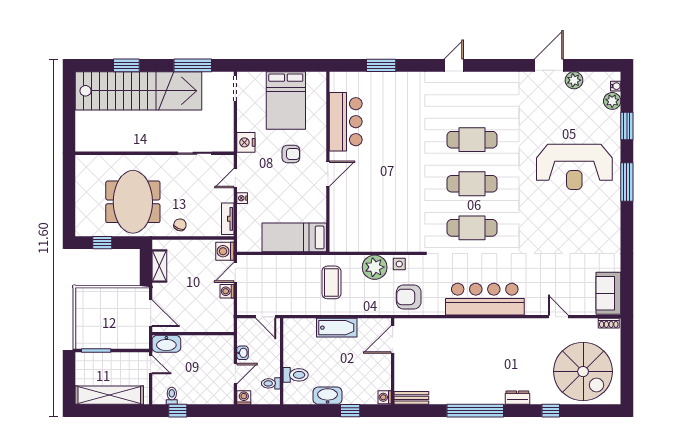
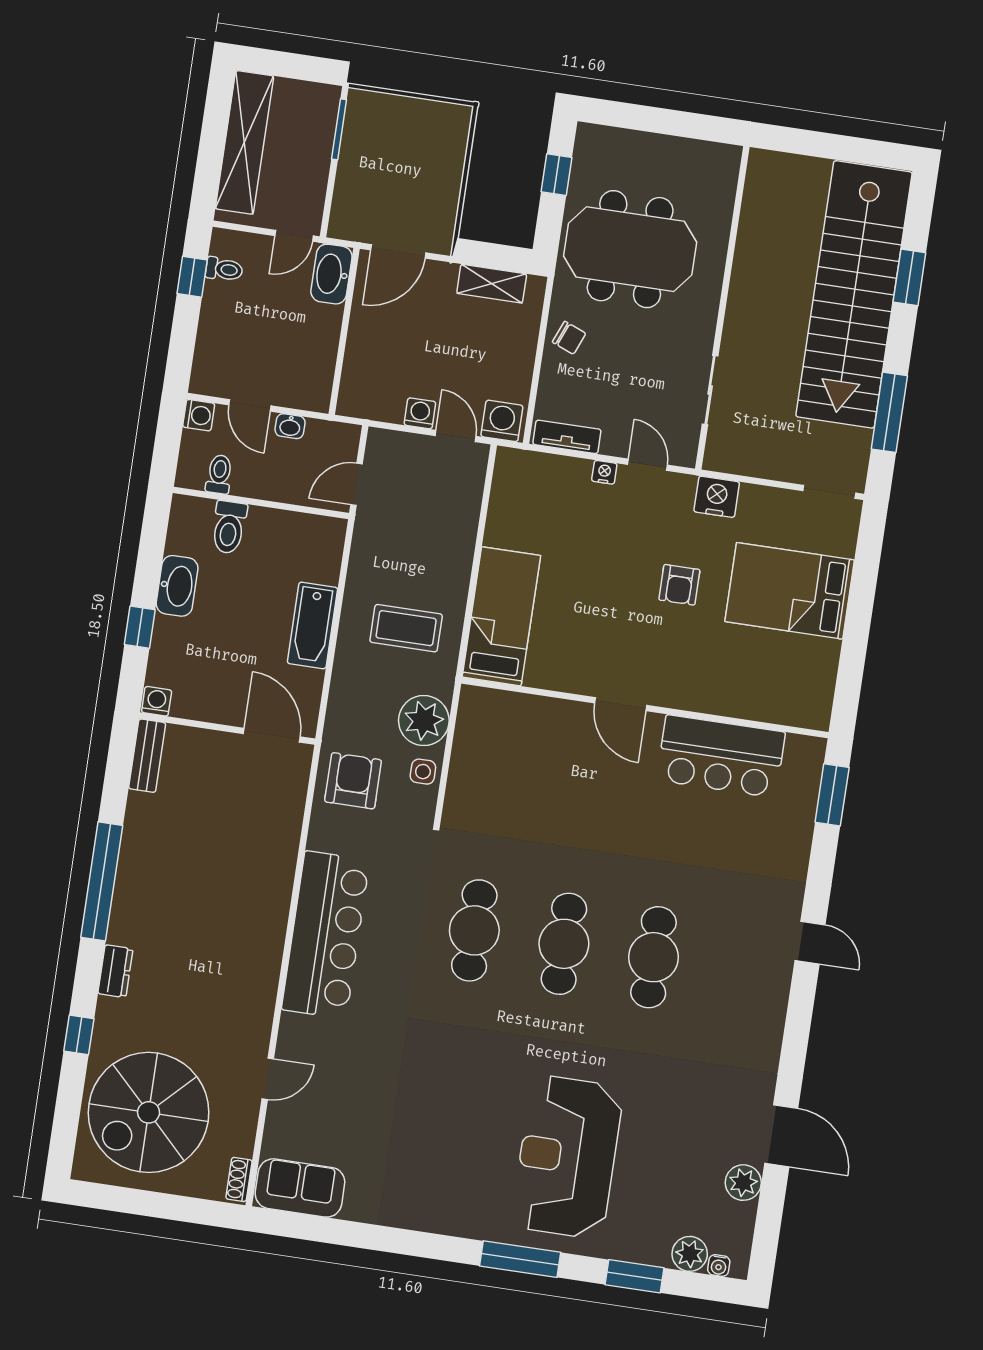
bar counter: (346, 122) -> (721, 756), moved
wall: (328, 162) -> (645, 708), moved
door: (328, 174) -> (621, 704), moved
bed: (294, 237) -> (501, 616), moved

